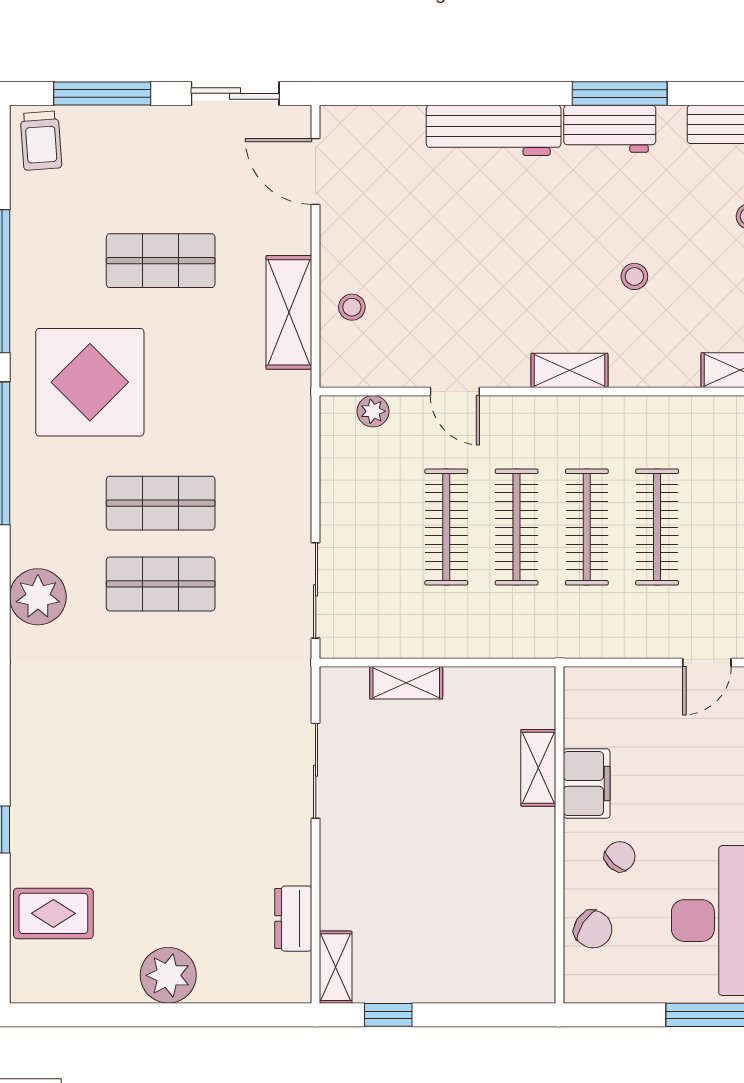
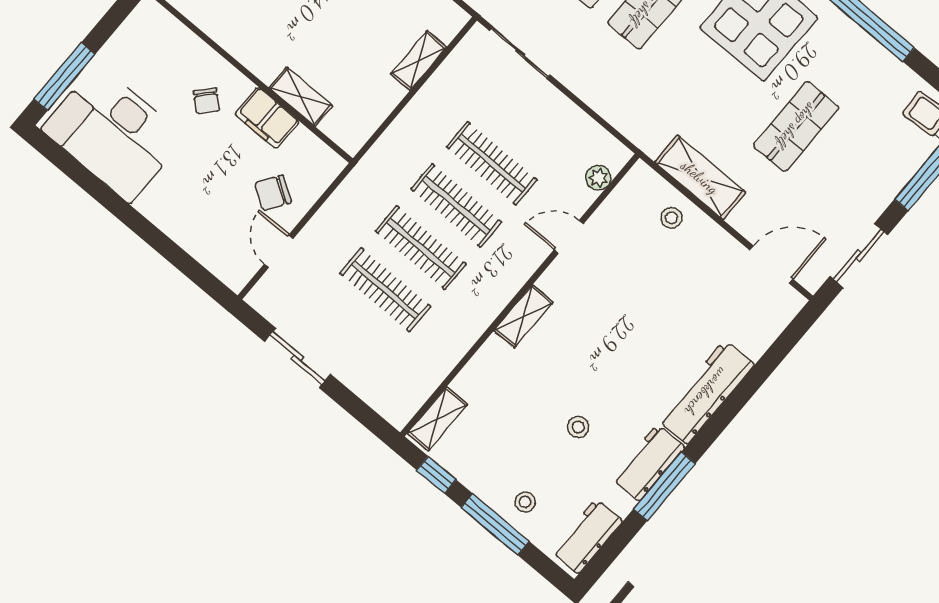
stool: (634, 276) -> (578, 427), moved
chair: (593, 929) -> (273, 193), moved

